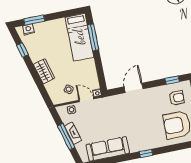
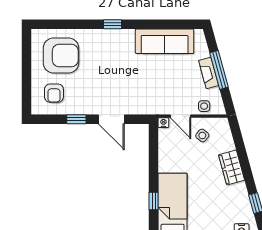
window: (93, 37) -> (154, 201), width x0.46
window: (172, 80) -> (76, 119), moved
door: (134, 88) -> (111, 119), hinge flipped
armchair: (177, 98) -> (54, 93), turned -90

